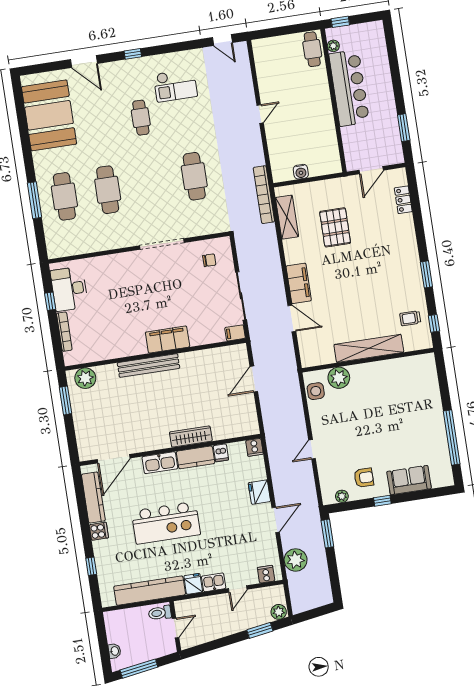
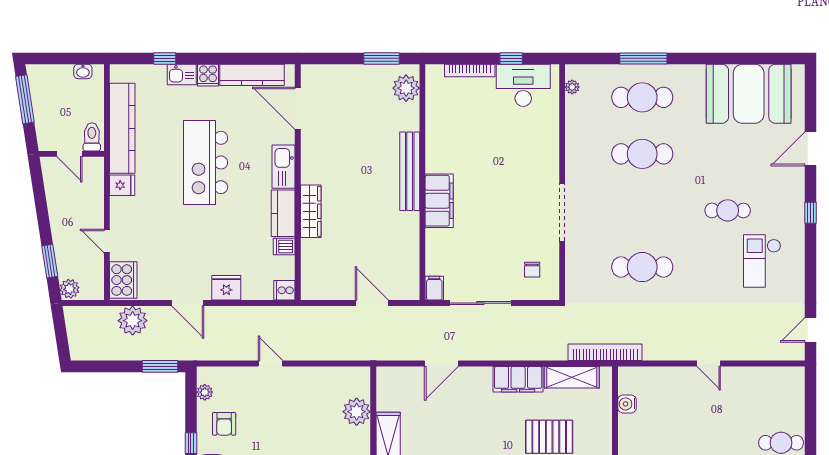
plant: (65, 251) -> (572, 87), added
filing cabinet: (299, 283) -> (518, 379), moved
side table: (316, 391) -> (344, 380), removed
cooker: (266, 574) -> (123, 280), width x1.87, depth x1.31
kitchen sink: (214, 582) -> (182, 75), moved, turned 90
washbasin: (114, 651) -> (83, 71), moved

